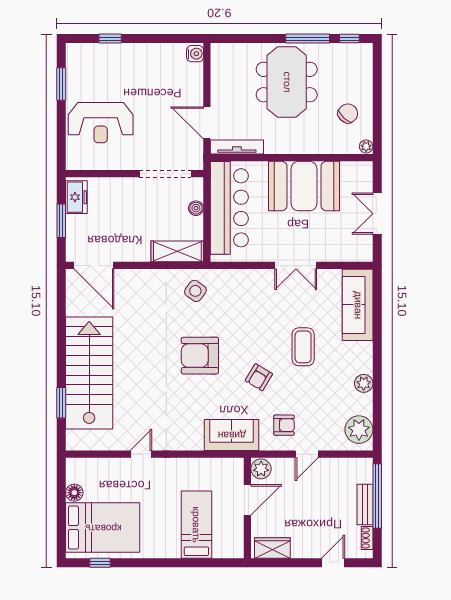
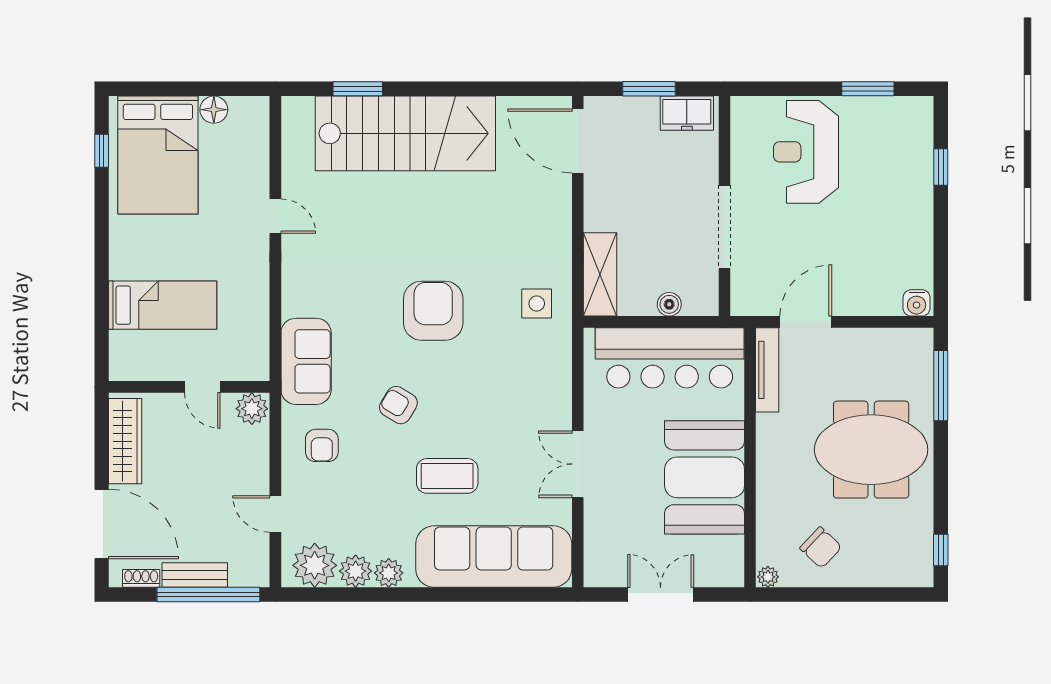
window: (308, 39) -> (941, 386), moved
doorway: (165, 174) -> (725, 227), moved
door: (94, 265) -> (578, 141), hinge flipped
side table: (195, 291) -> (537, 303), turned -37
sofa: (358, 305) -> (494, 557), width x1.36, depth x1.27
plant: (363, 404) -> (356, 571), added
door: (307, 454) -> (275, 514), moved
door: (247, 500) -> (202, 387), width x0.73
wardrobe: (272, 548) -> (125, 441), width x1.50
door: (333, 563) -> (102, 524), width x1.88

